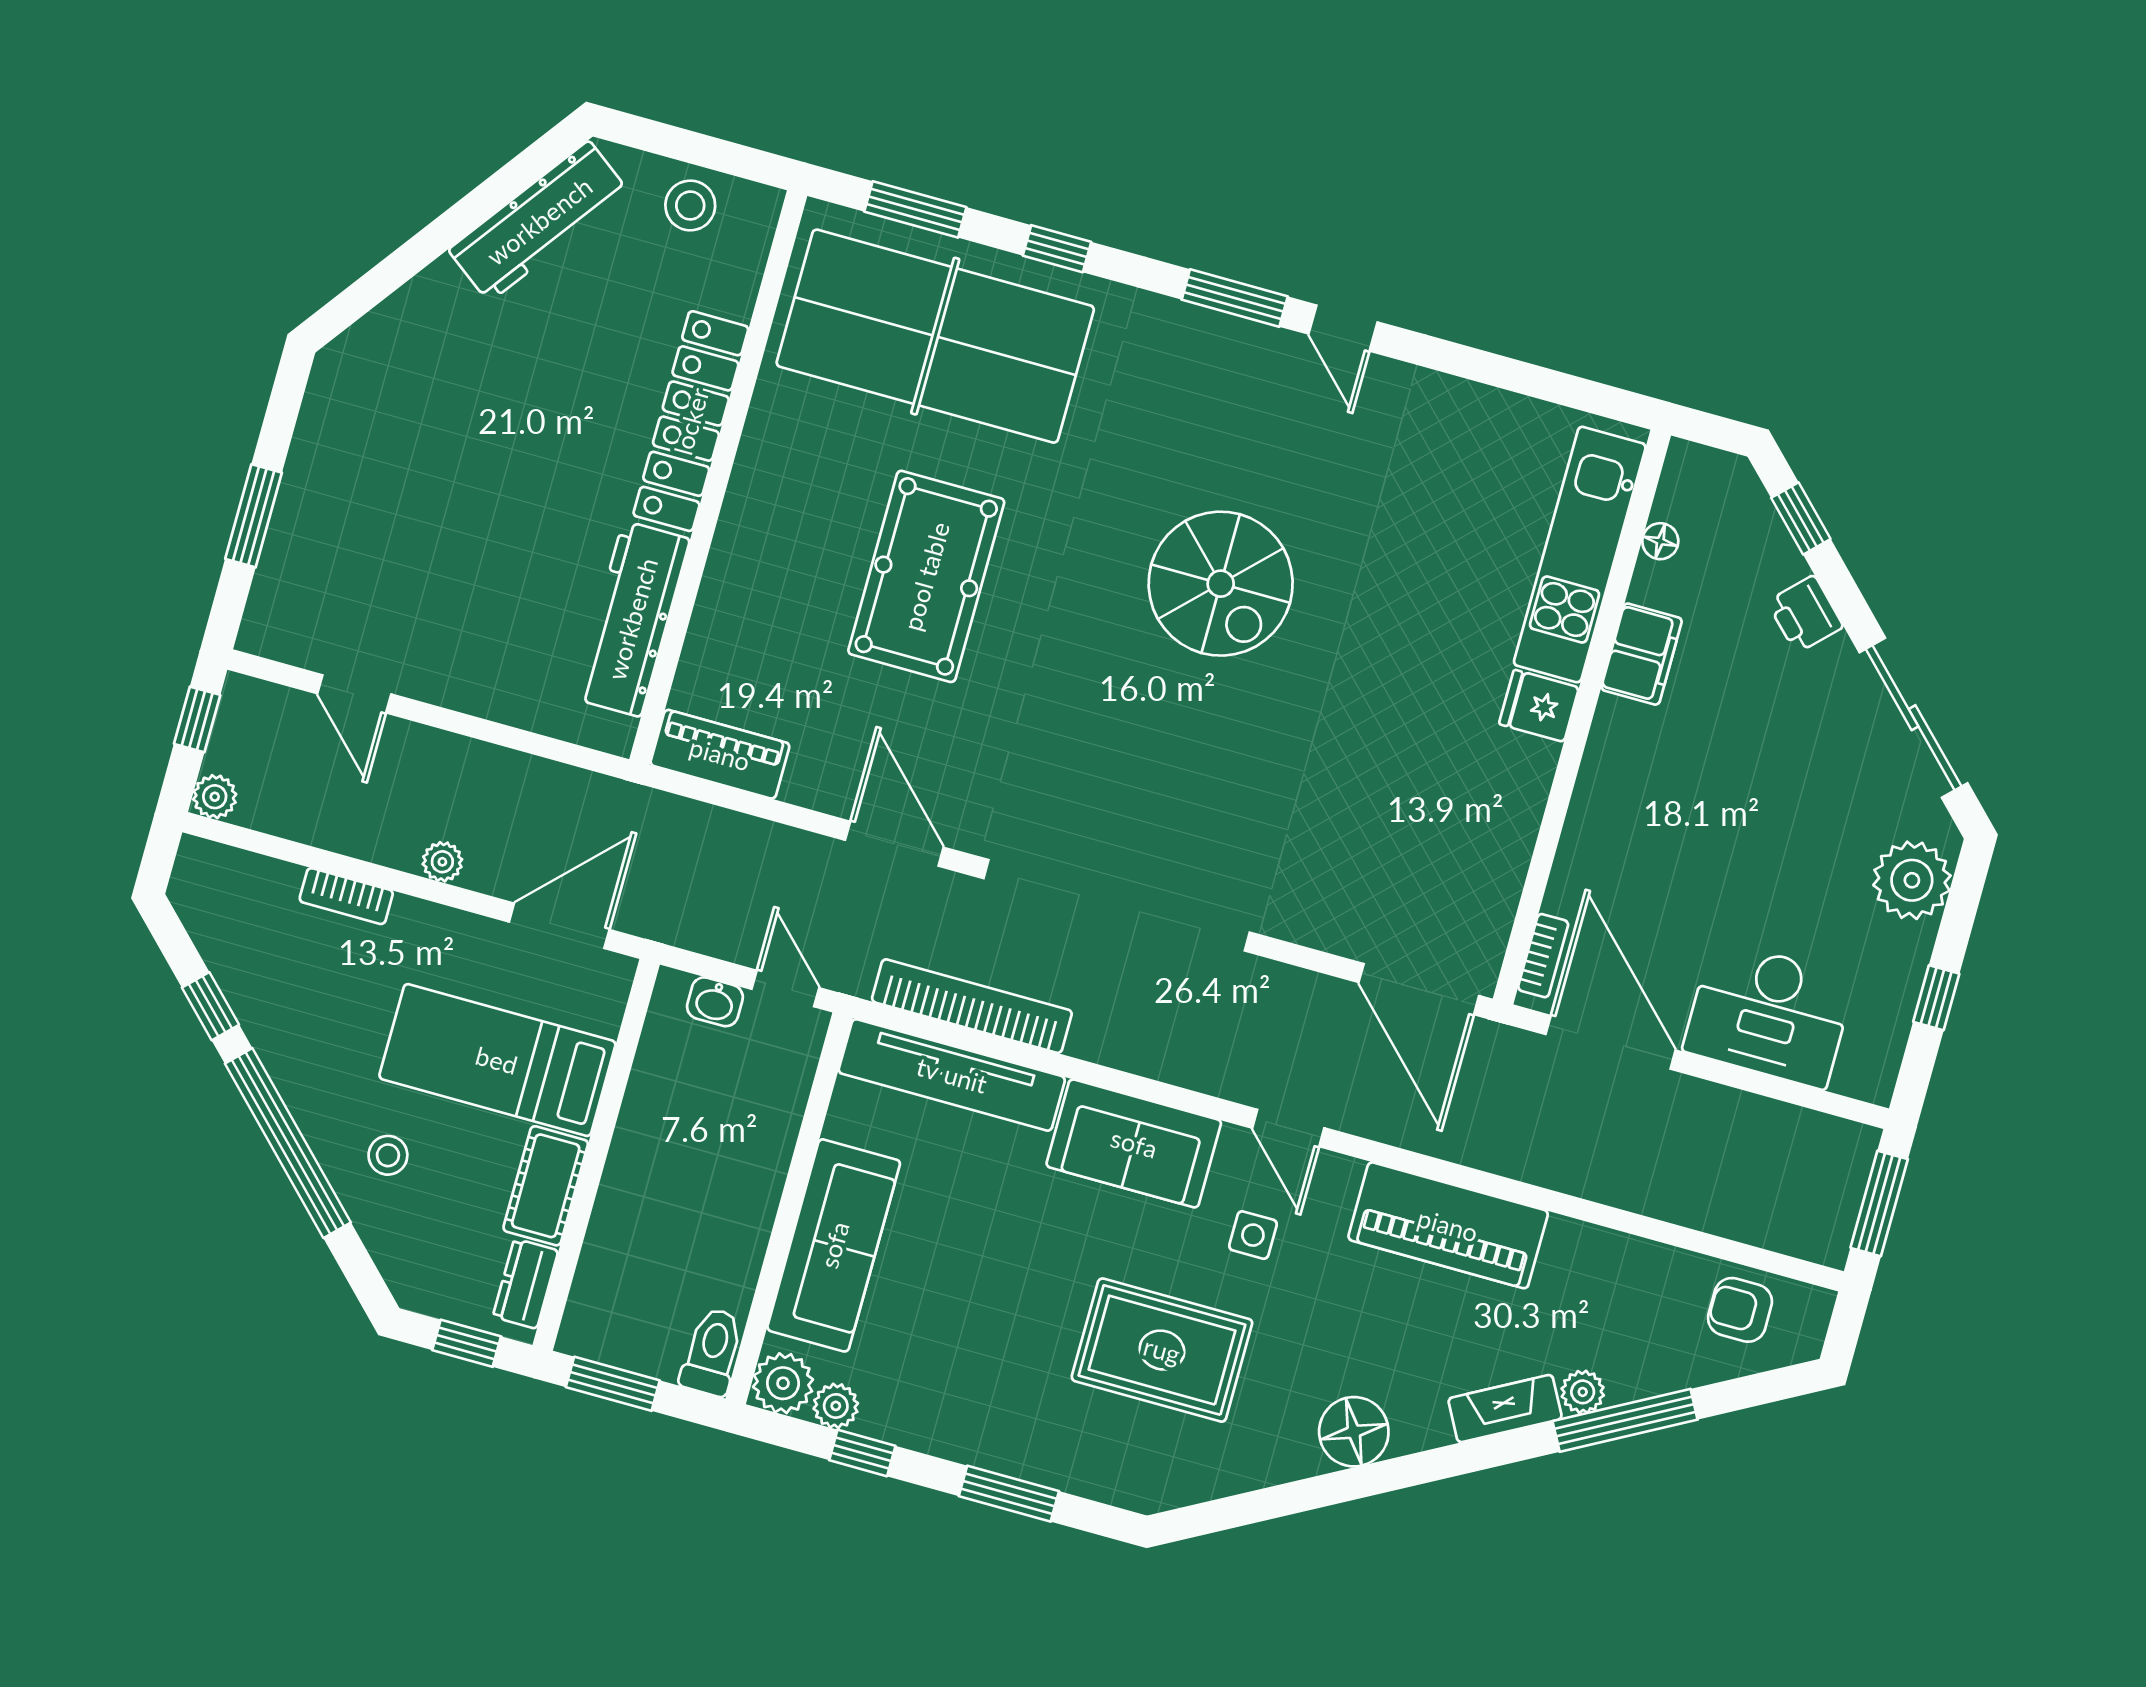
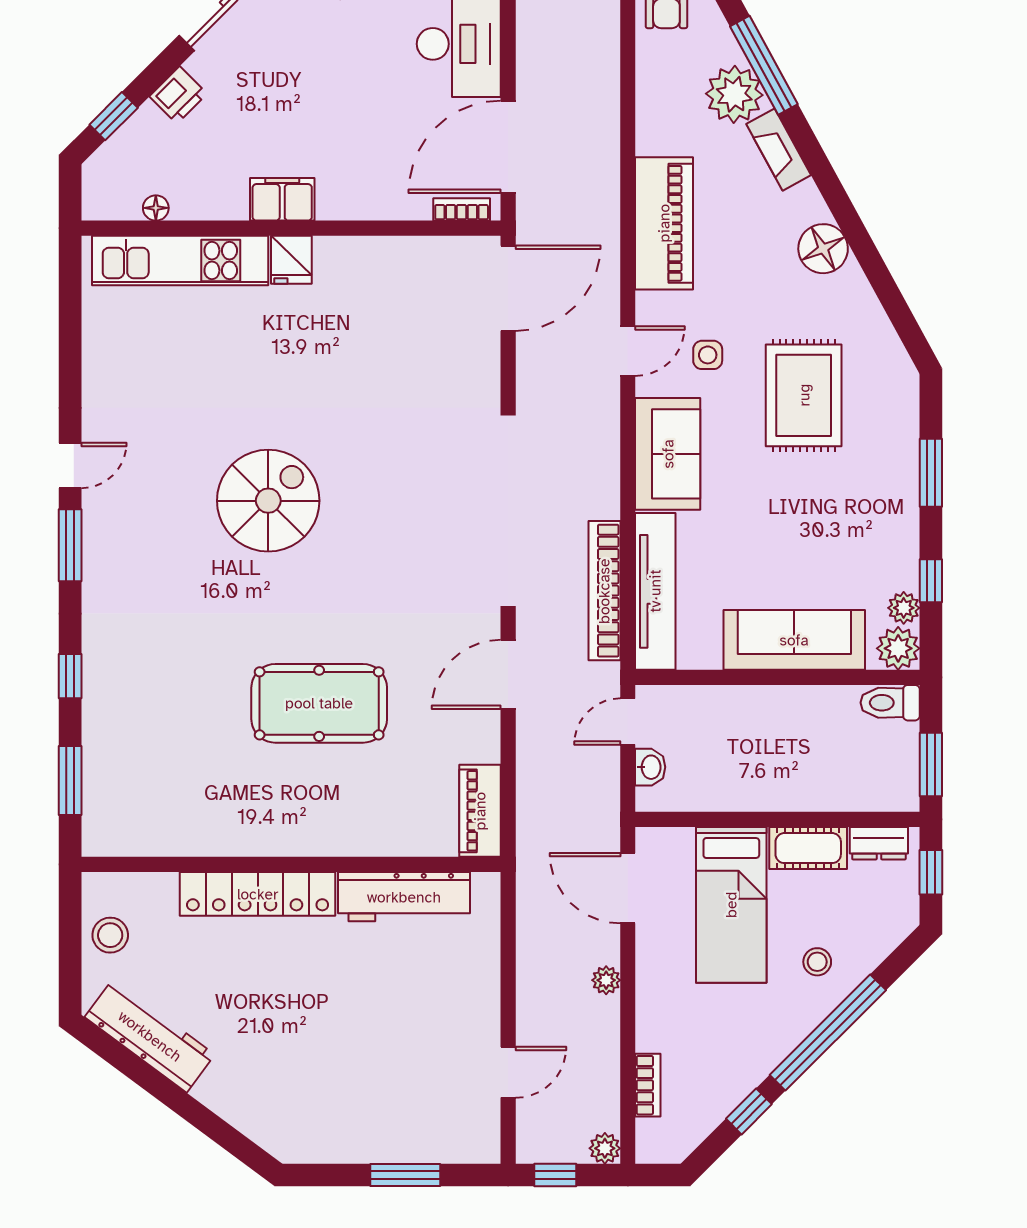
table tennis table: (935, 336) -> (153, 743), removed
filing cabinet: (1642, 654) -> (282, 199), moved
bookcase: (346, 896) -> (648, 1085), moved
plant: (1583, 1392) -> (734, 94), width x1.87, depth x1.87

